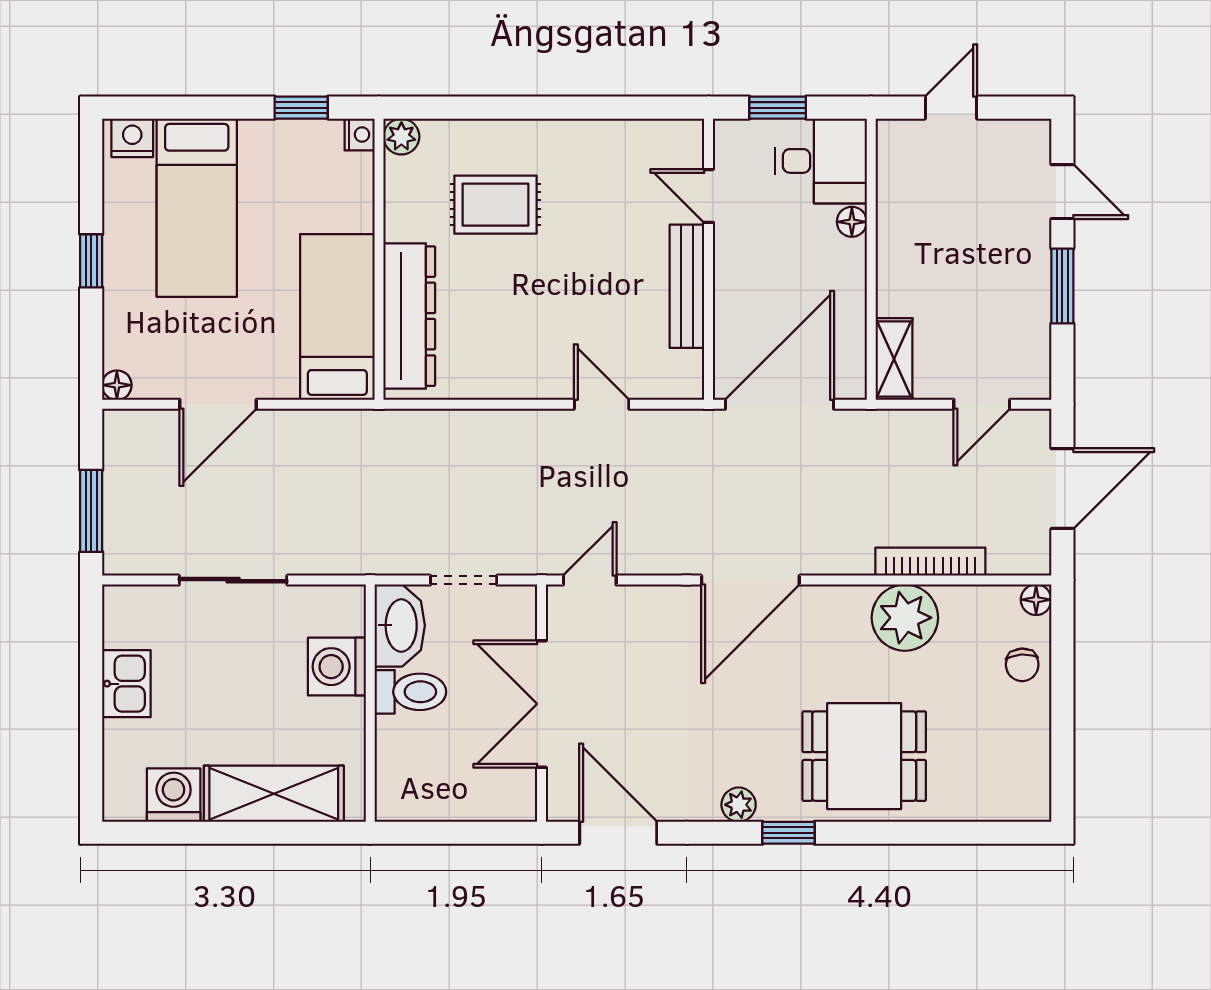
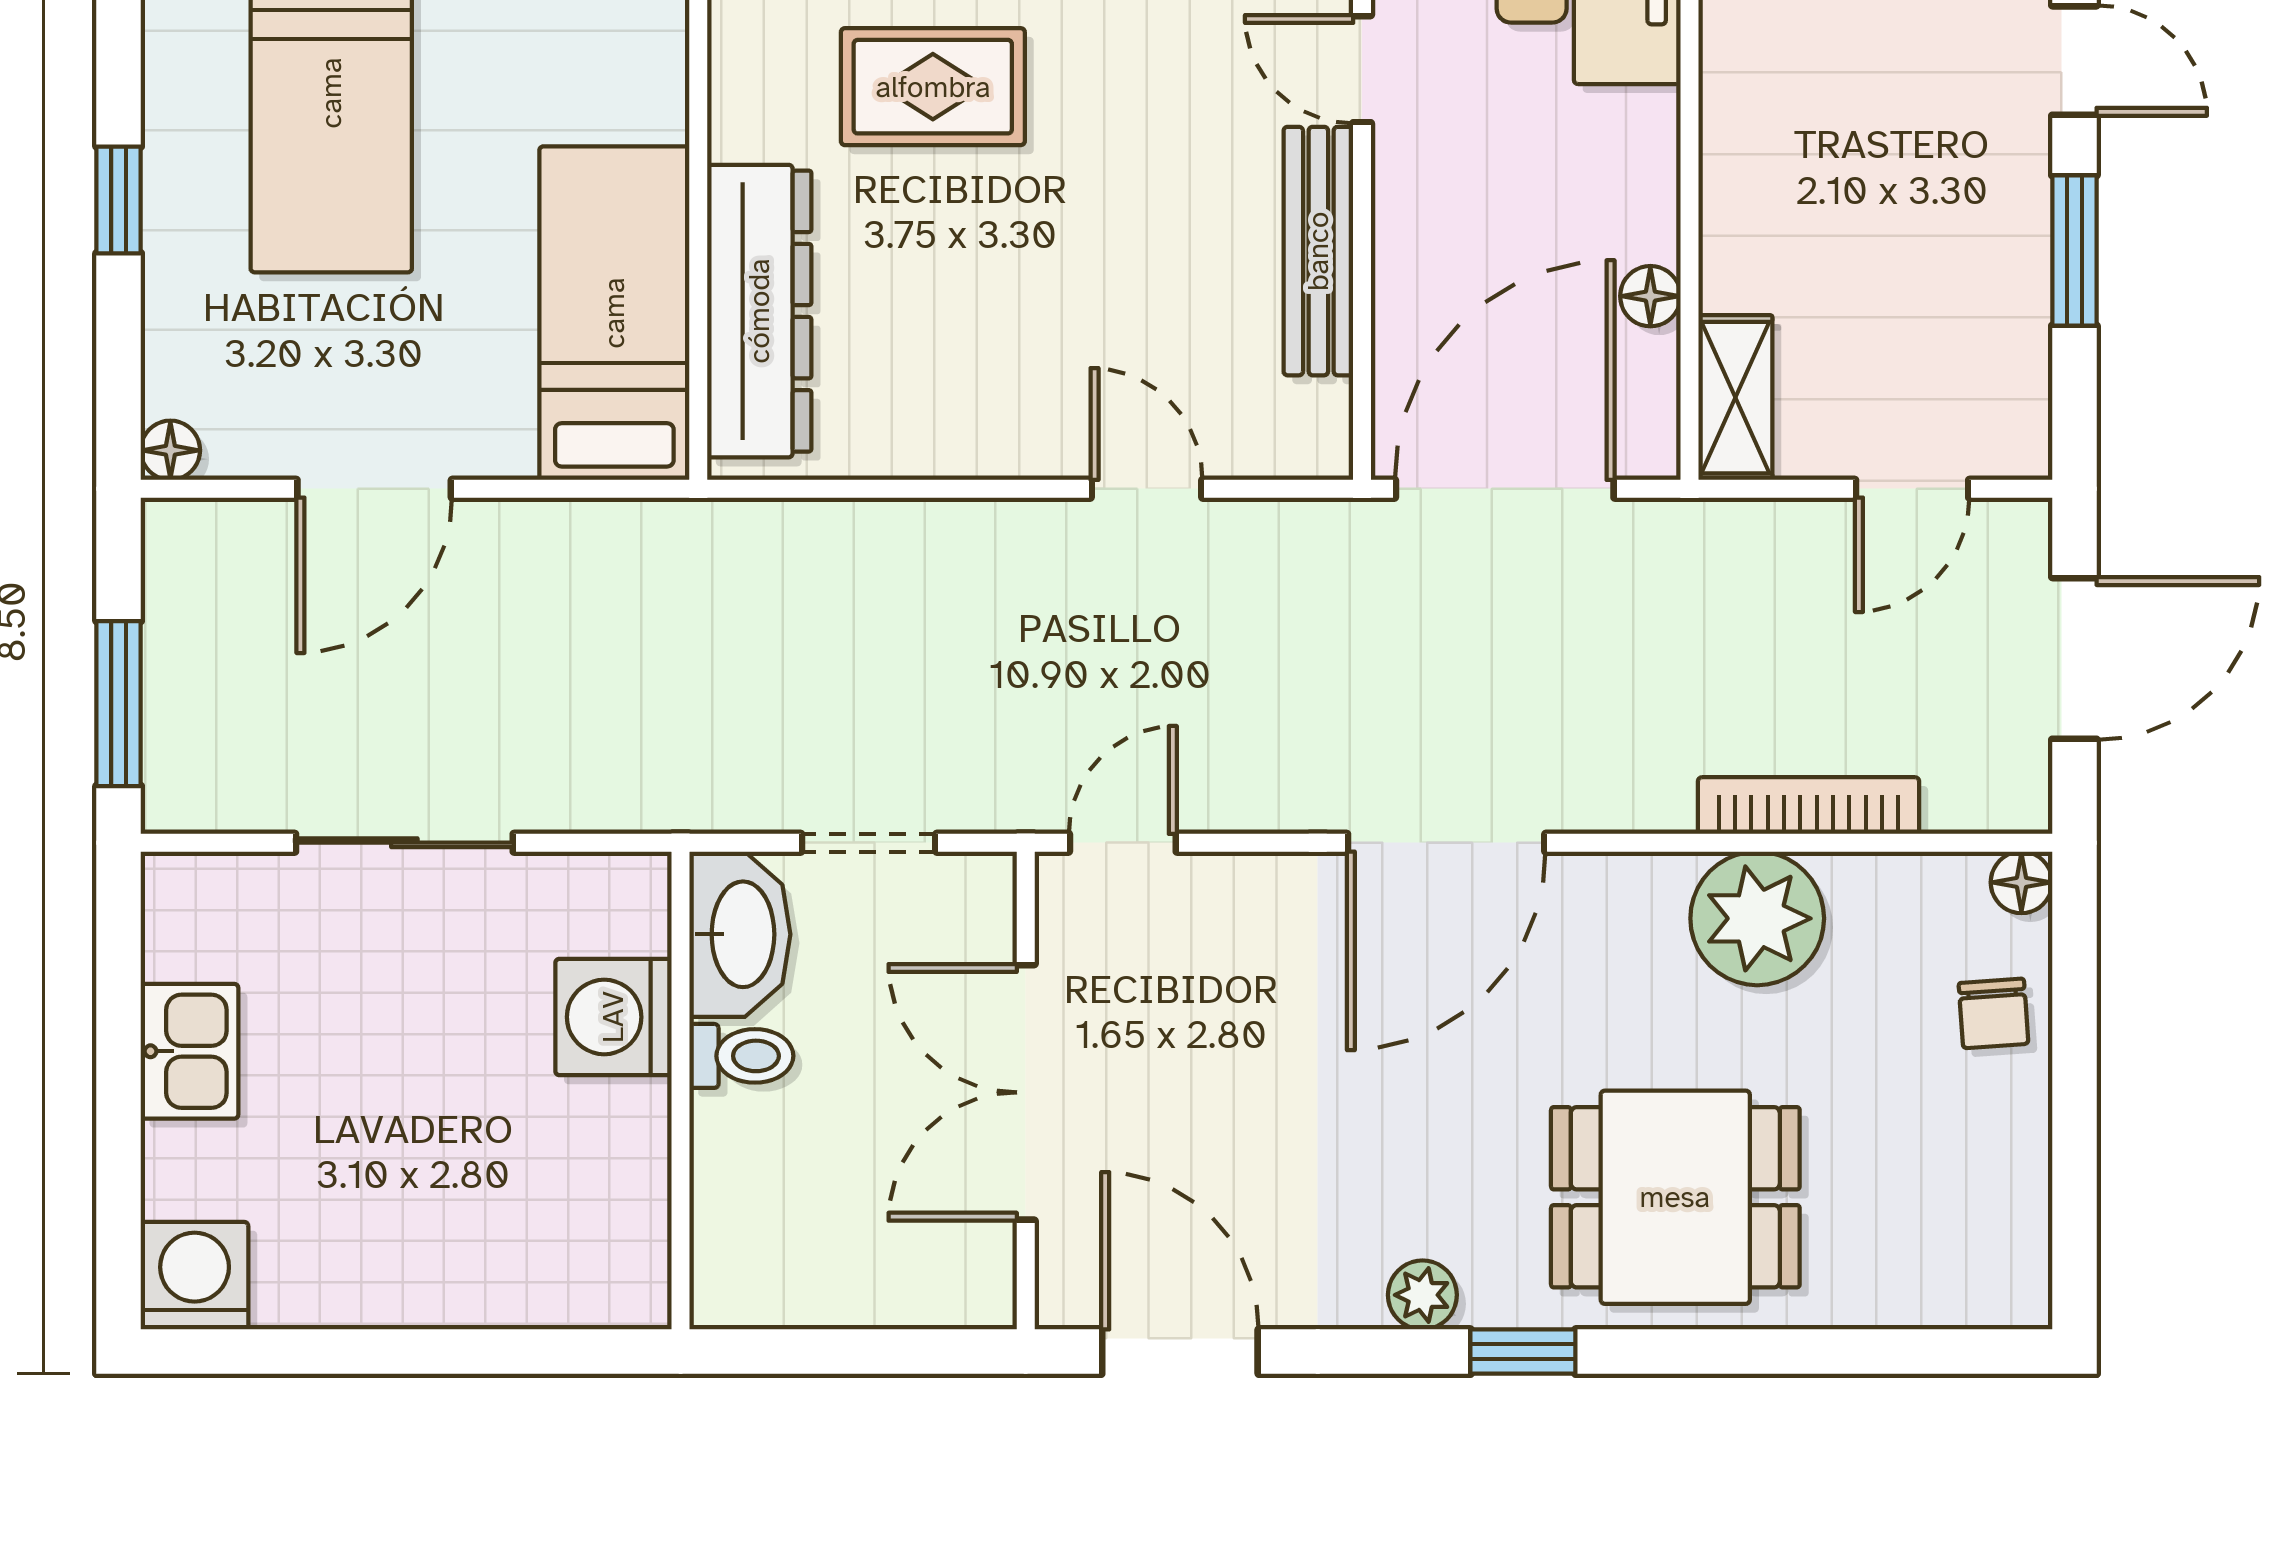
floor lamp: (852, 222) -> (1650, 296), moved
toilet: (410, 692) -> (741, 1056), width x0.73, depth x0.72
shelving: (274, 794) -> (486, 1273), removed
washing machine: (174, 795) -> (195, 1276), moved

